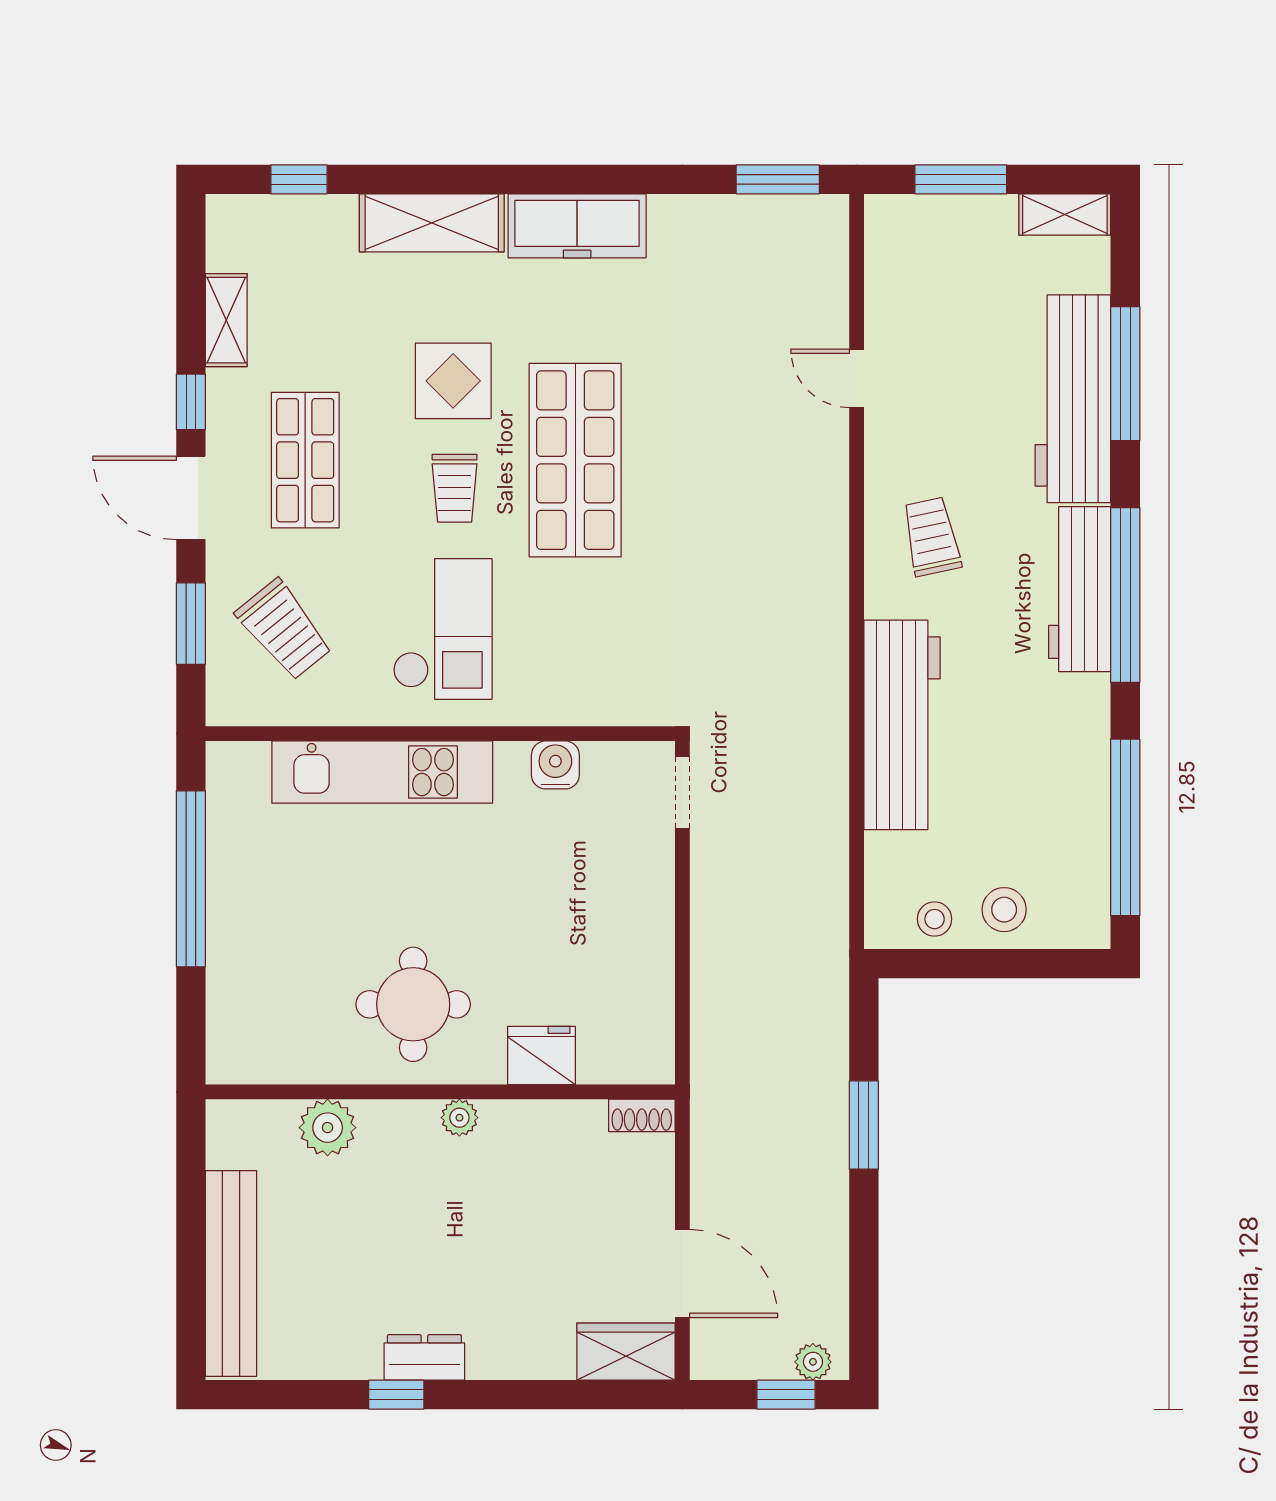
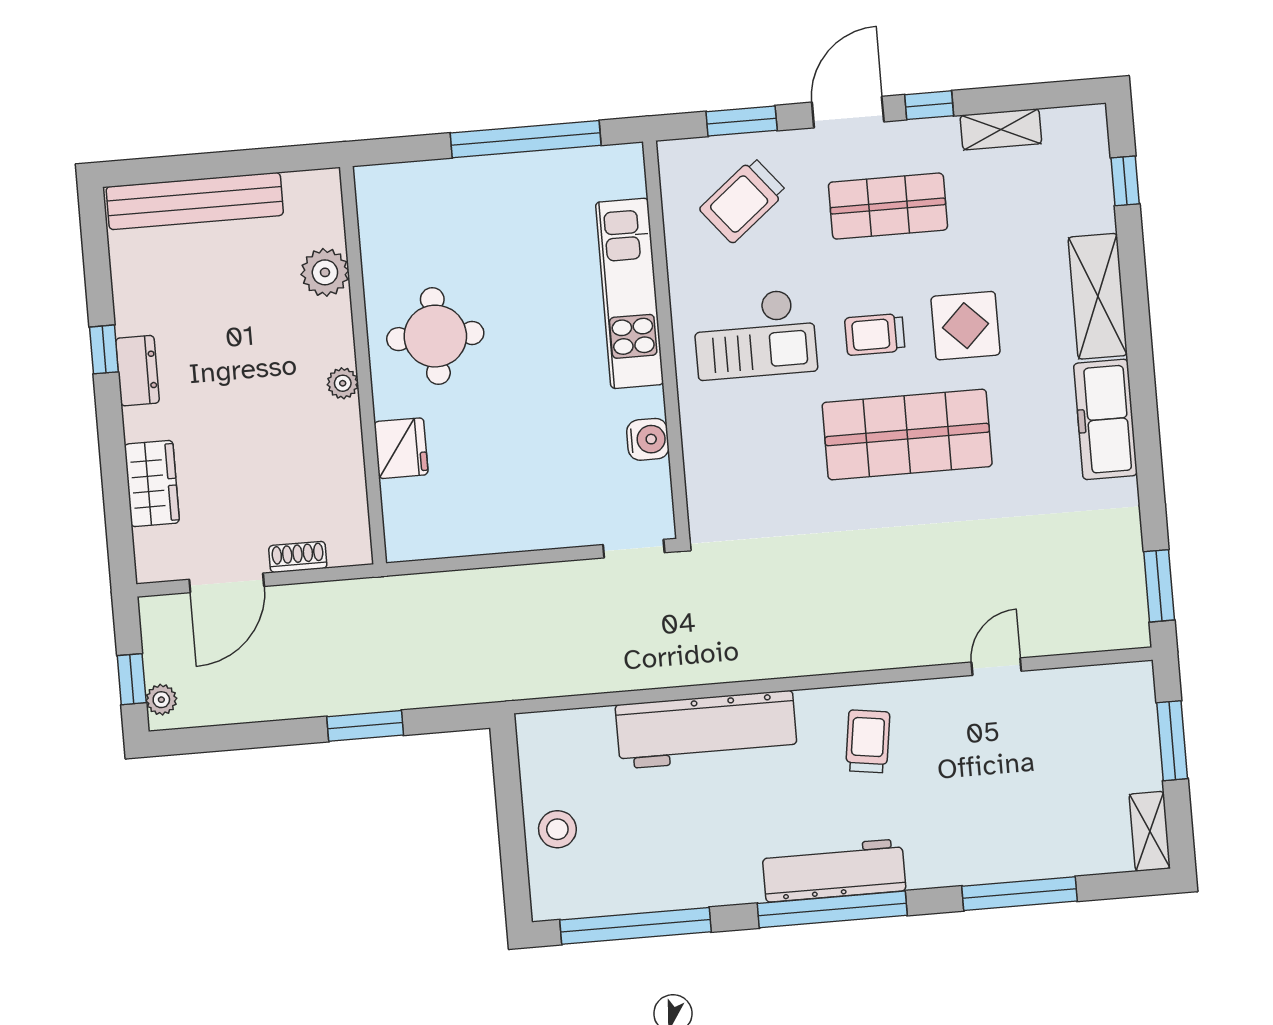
workbench: (1073, 399) -> (994, 851), removed
trolley: (932, 537) -> (868, 741), turned -70
stool: (935, 919) -> (544, 771), removed
shoe rack: (642, 1115) -> (298, 557), moved, turned 90
wardrobe: (626, 1352) -> (152, 484), moved

